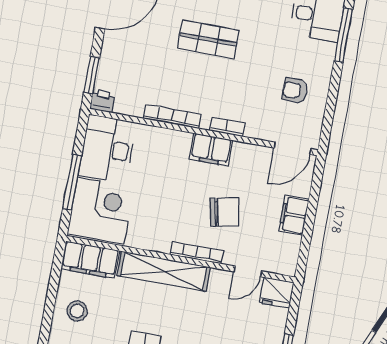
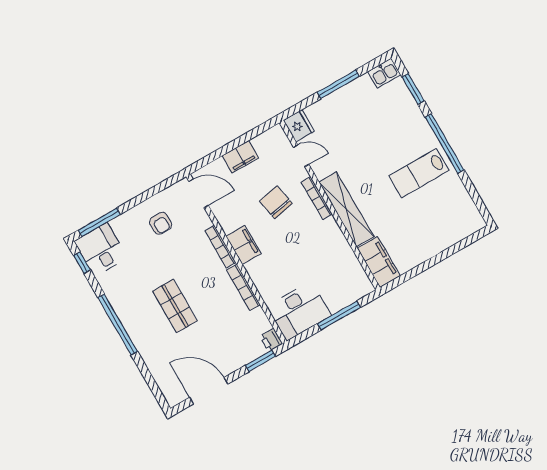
bookcase: (227, 127) -> (220, 247), width x1.56
corner desk: (101, 211) -> (342, 282), removed
stool: (77, 311) -> (418, 243), removed

